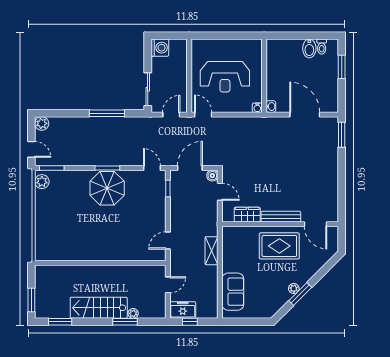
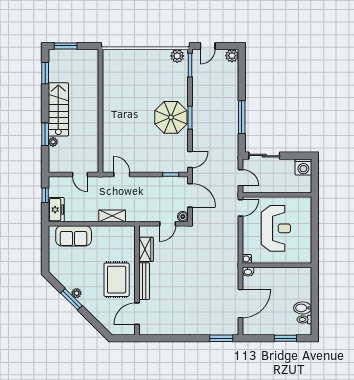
reception desk: (225, 77) -> (276, 228), turned 180
freezer: (183, 310) -> (56, 210), moved

